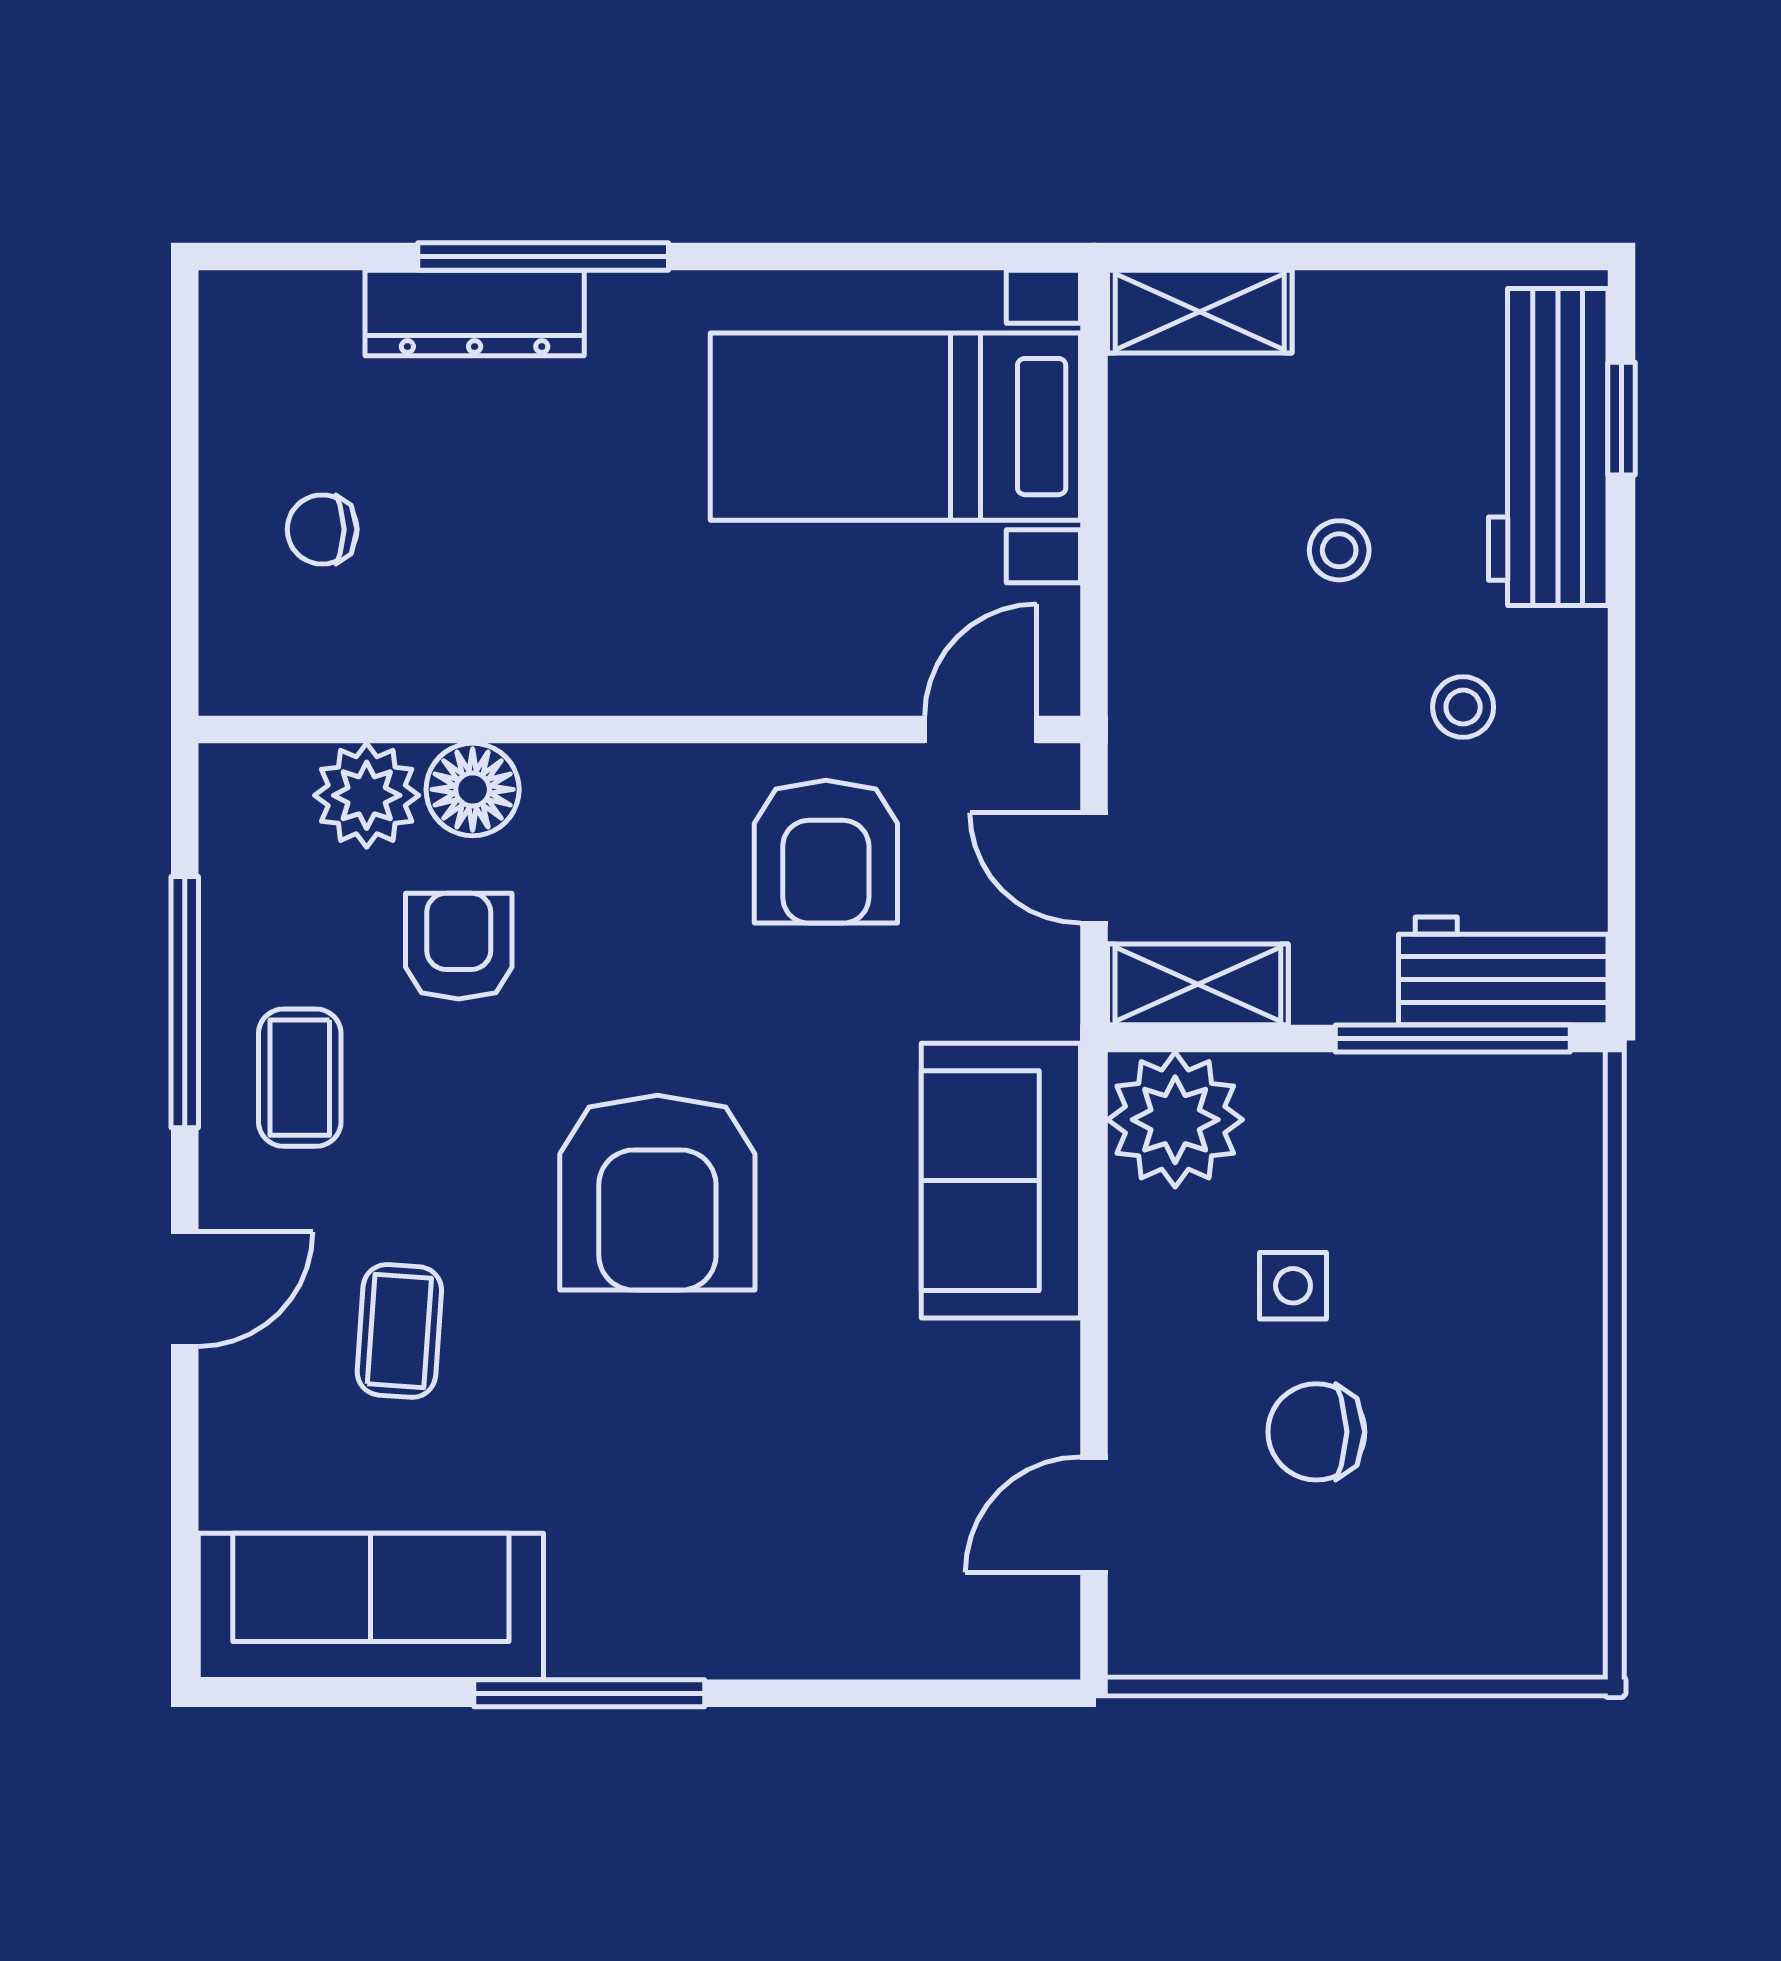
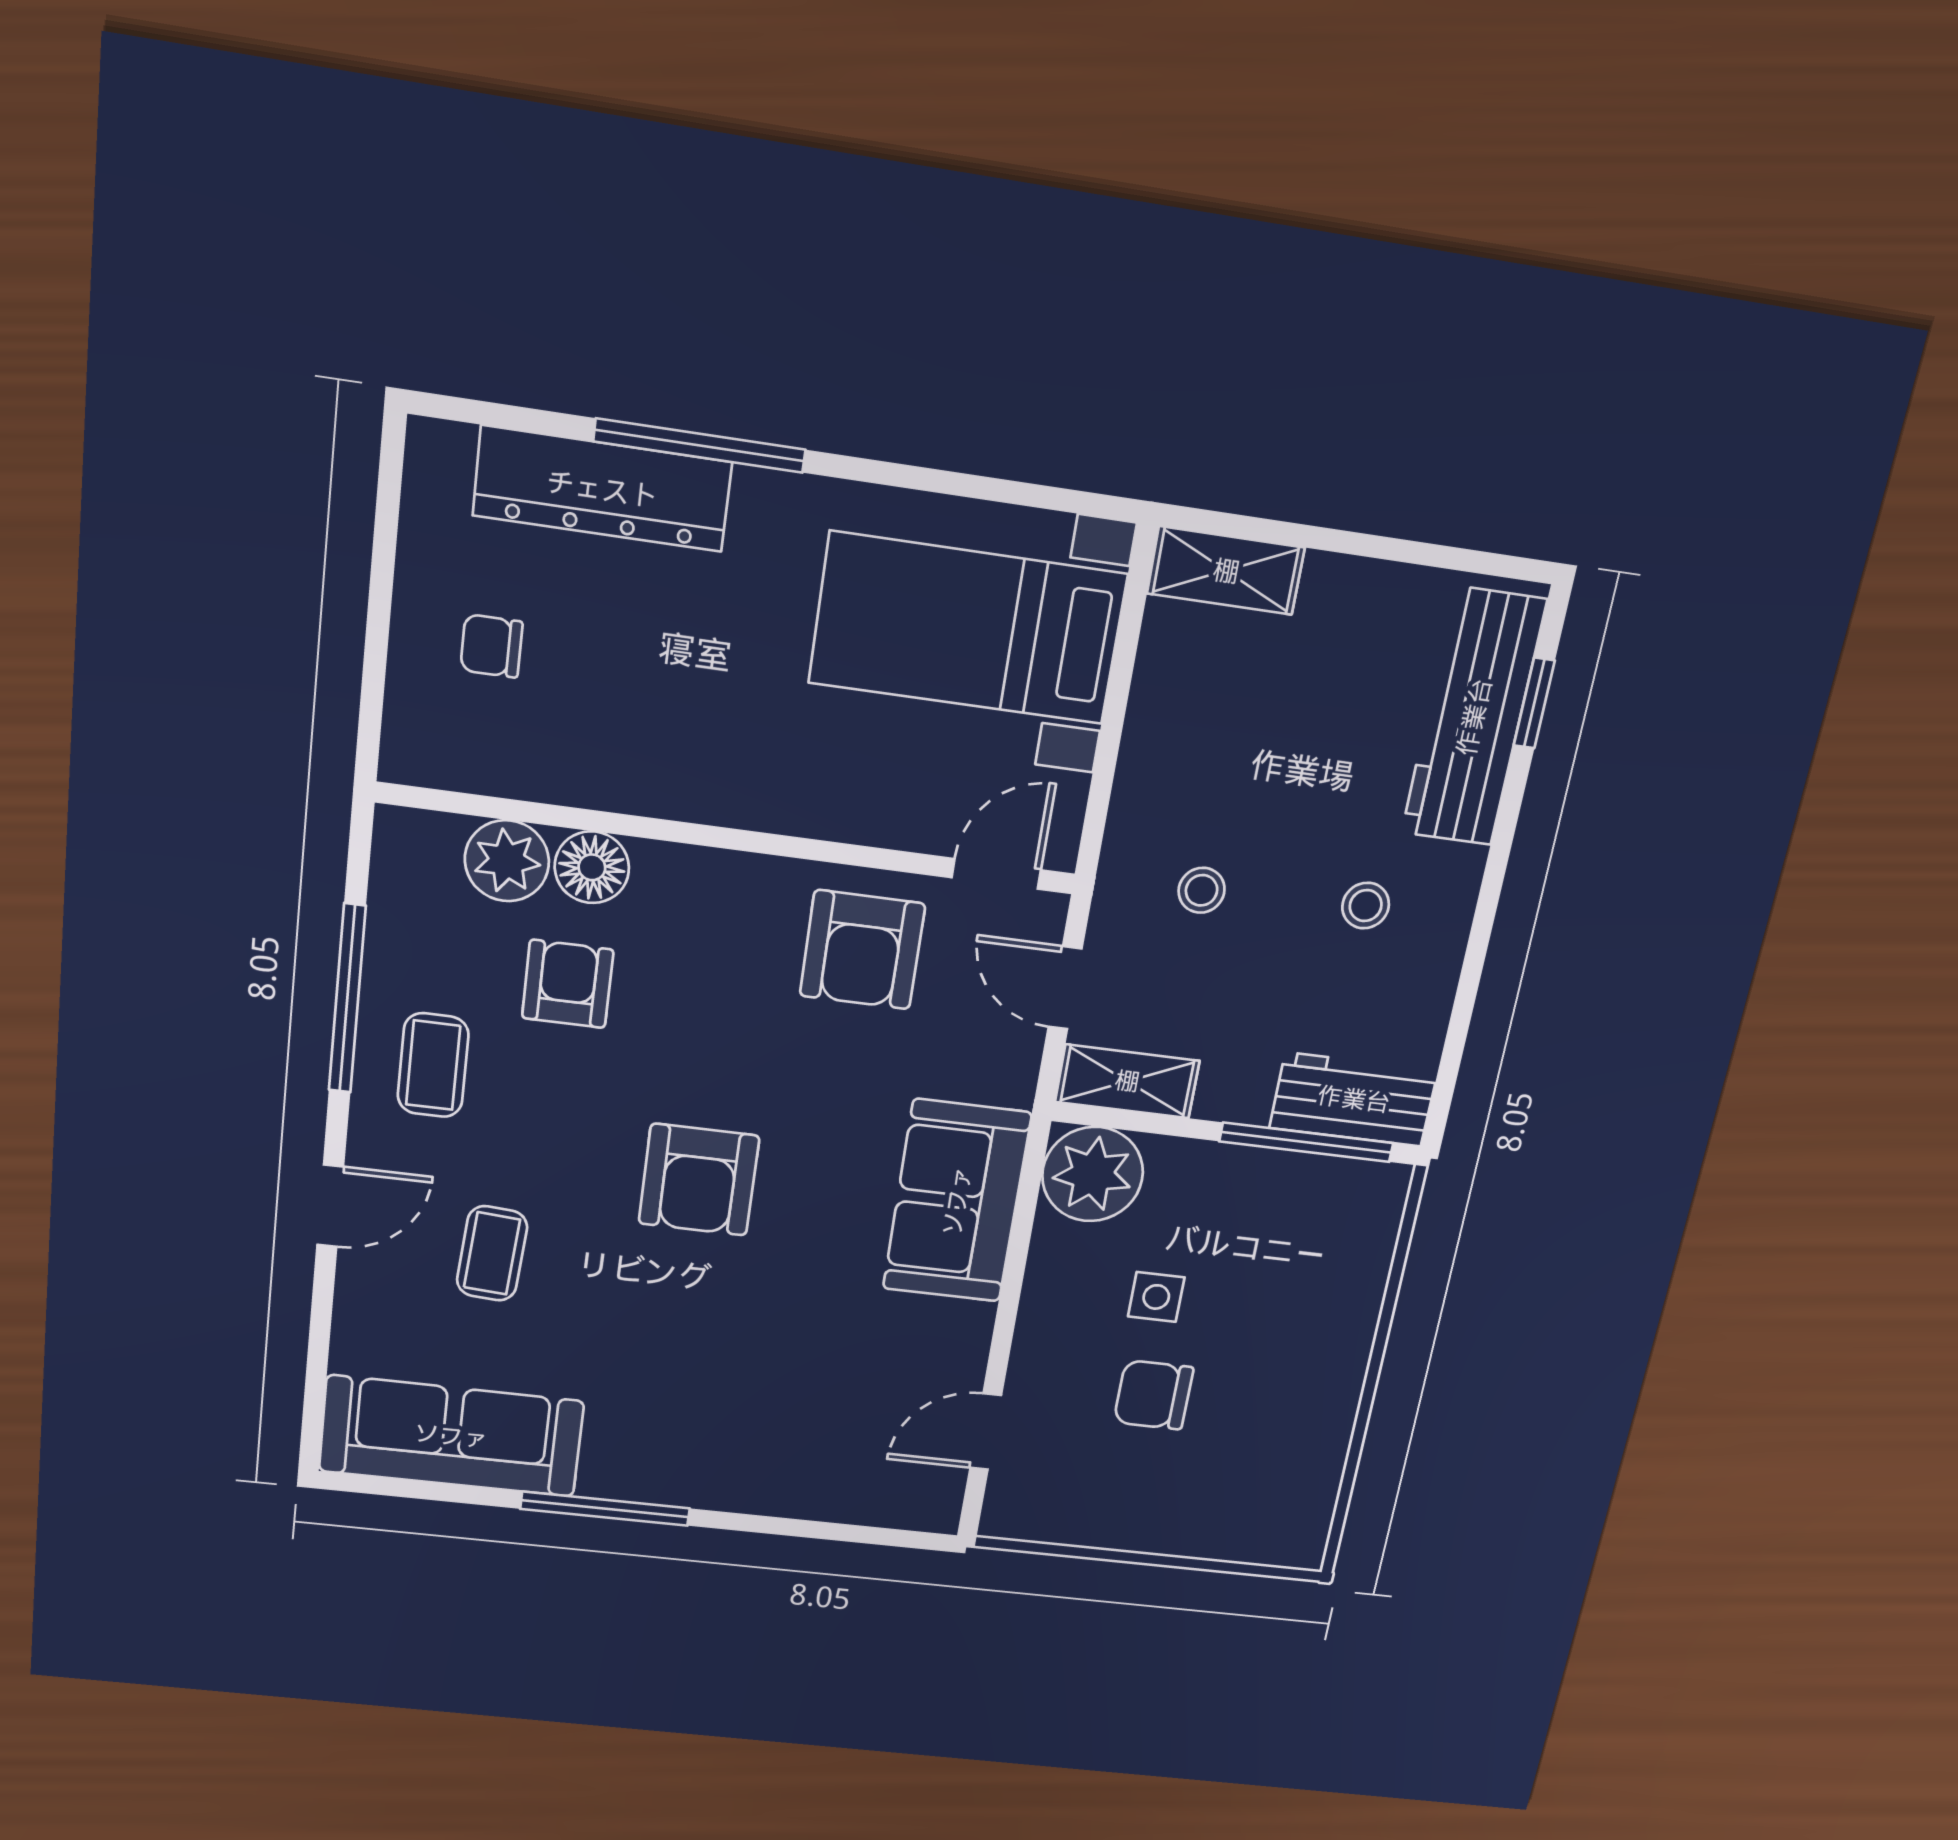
dresser: (475, 313) -> (602, 489), width x1.37, depth x1.24
stool: (1339, 550) -> (1202, 890), moved
armchair: (657, 1193) -> (699, 1180), width x0.73, depth x0.73

